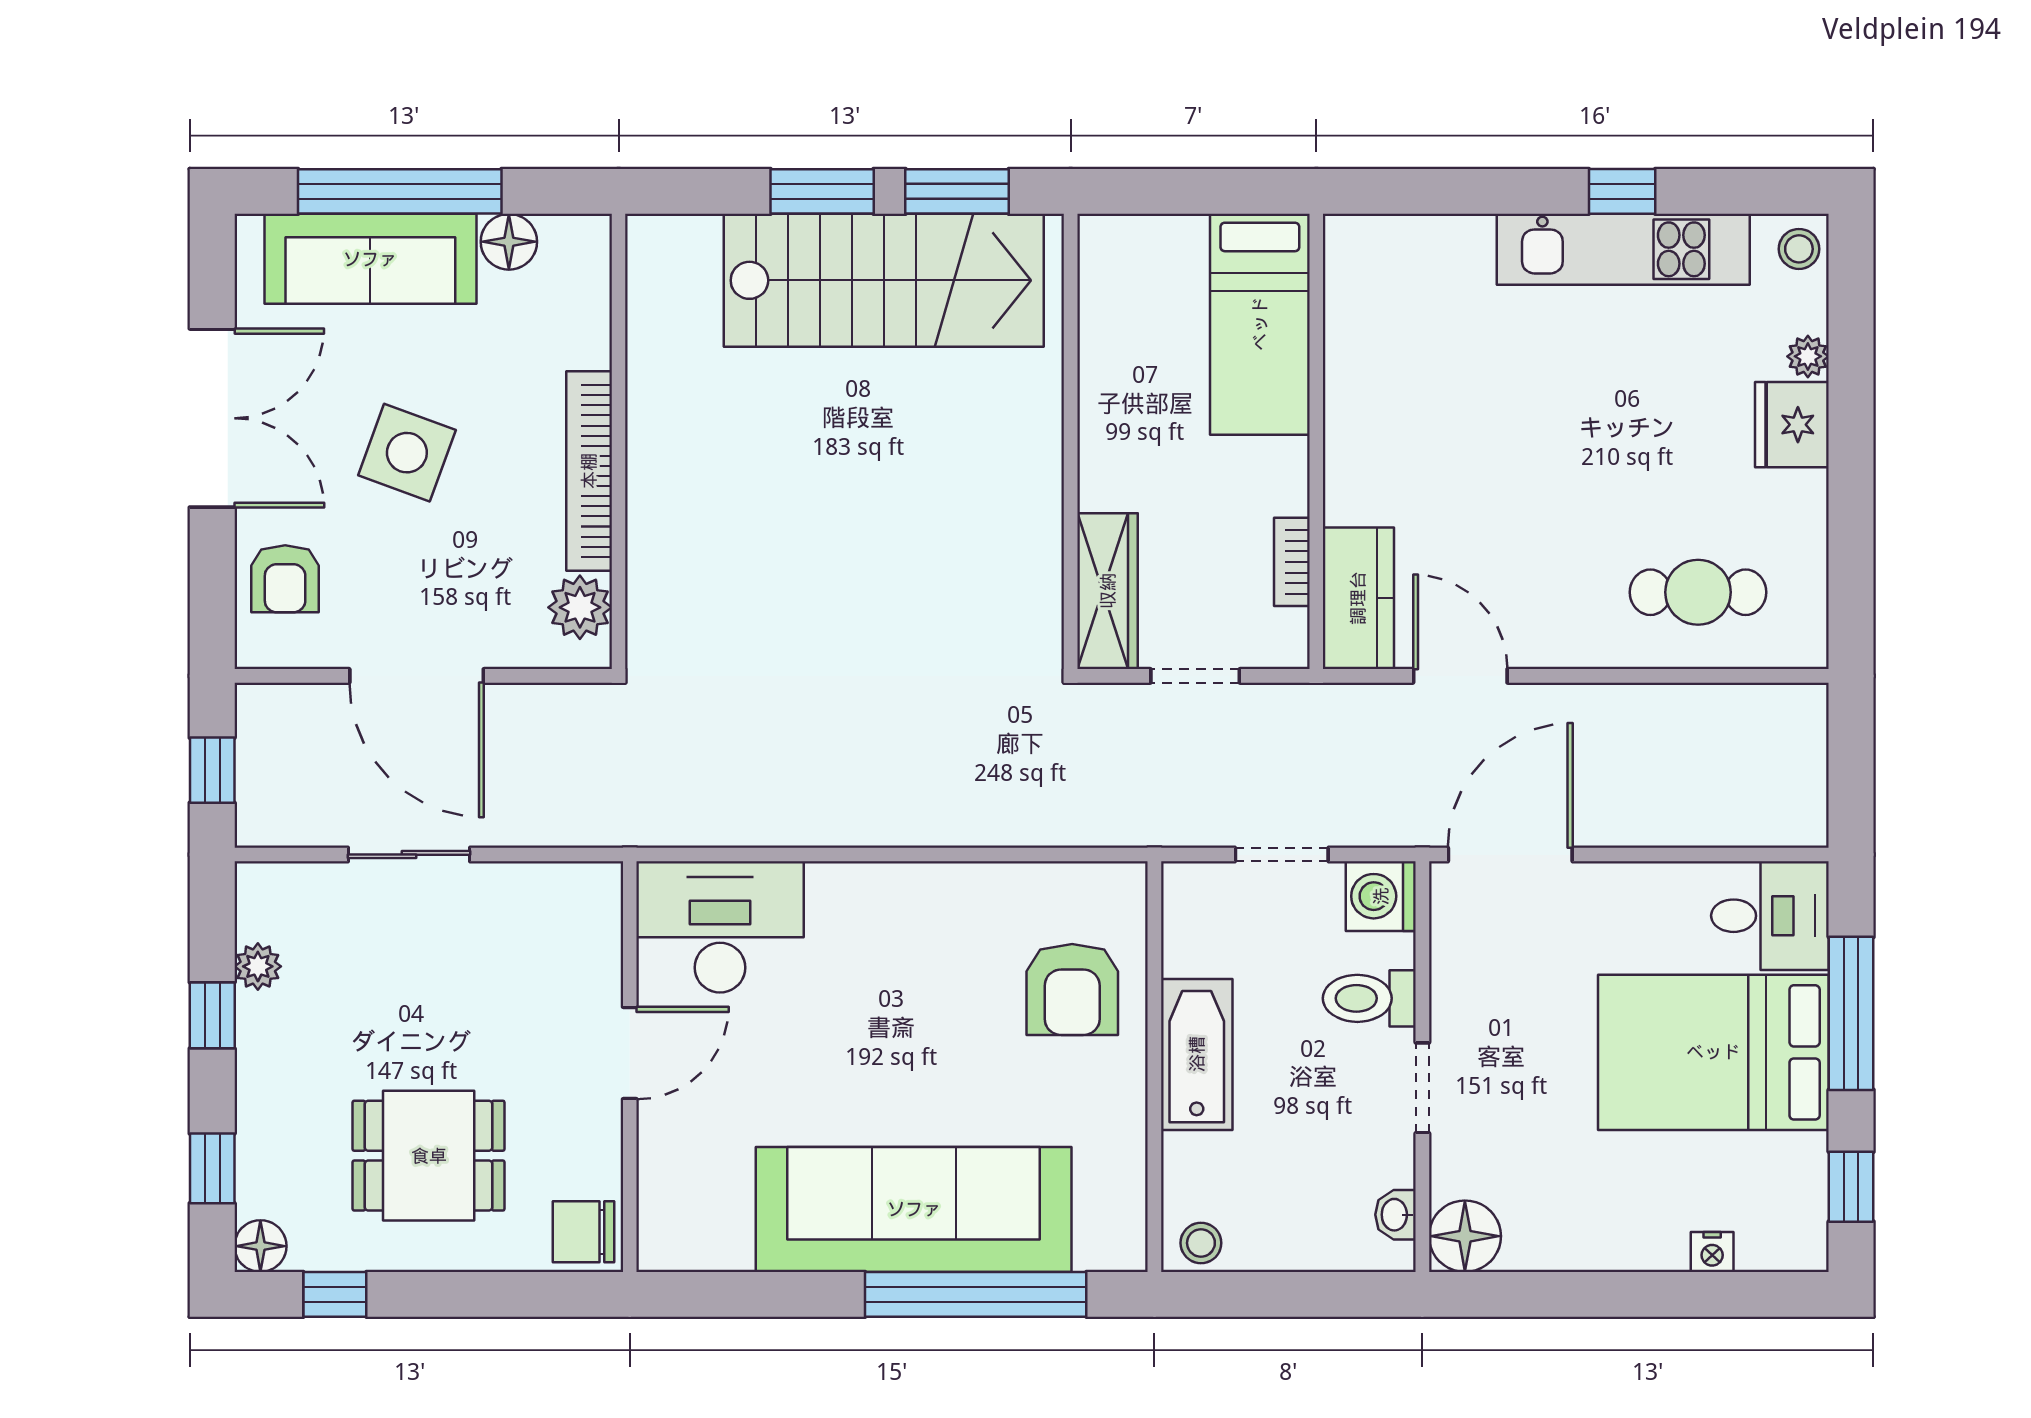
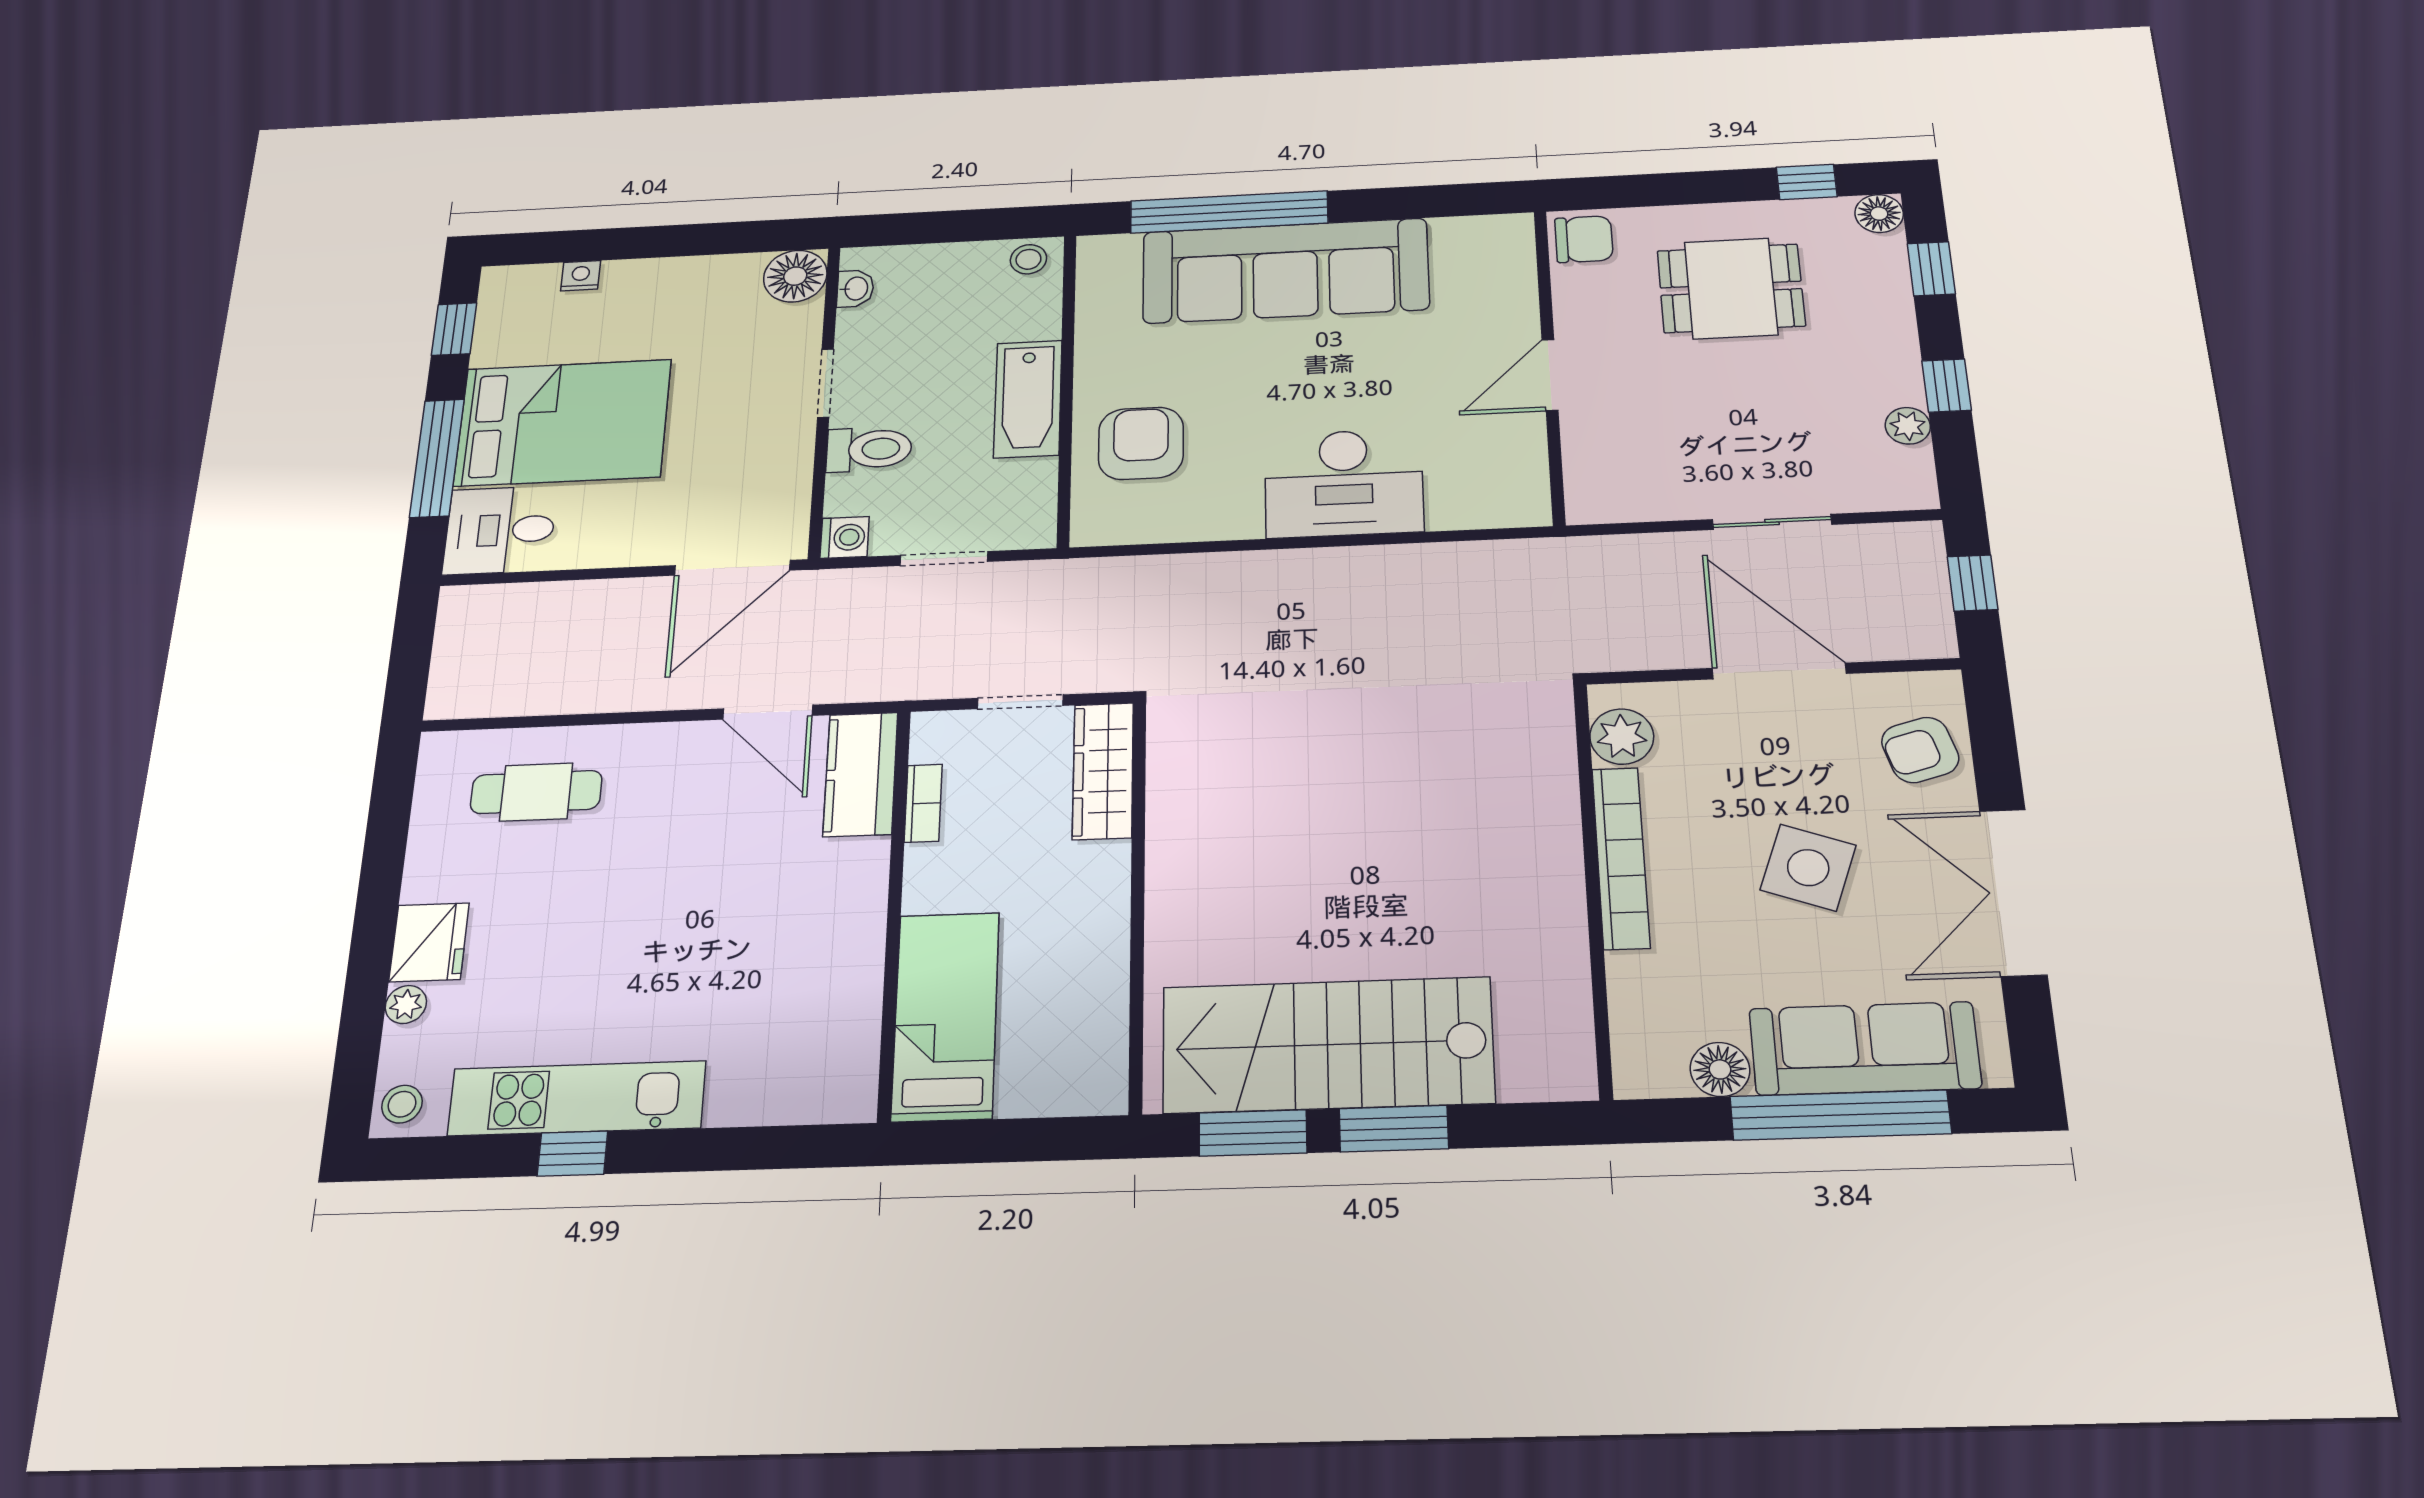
armchair: (285, 579) -> (1920, 750), turned -106
washing machine: (1381, 896) -> (845, 537), width x0.73, depth x0.73
desk: (720, 927) -> (1344, 483), moved

